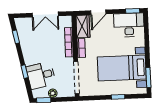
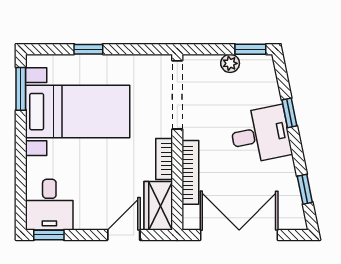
double door: (45, 15) -> (239, 235), width x1.37
desk: (129, 25) -> (49, 205), width x0.73
desk: (41, 75) -> (260, 135), moved

